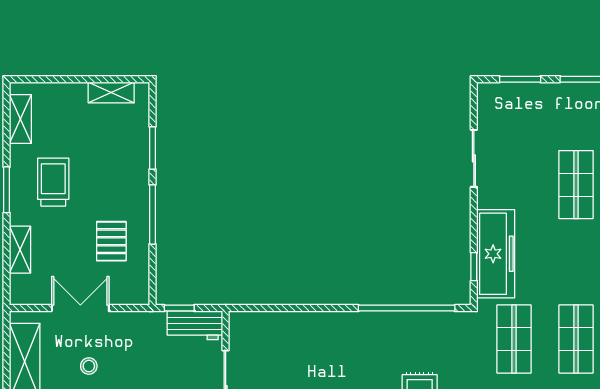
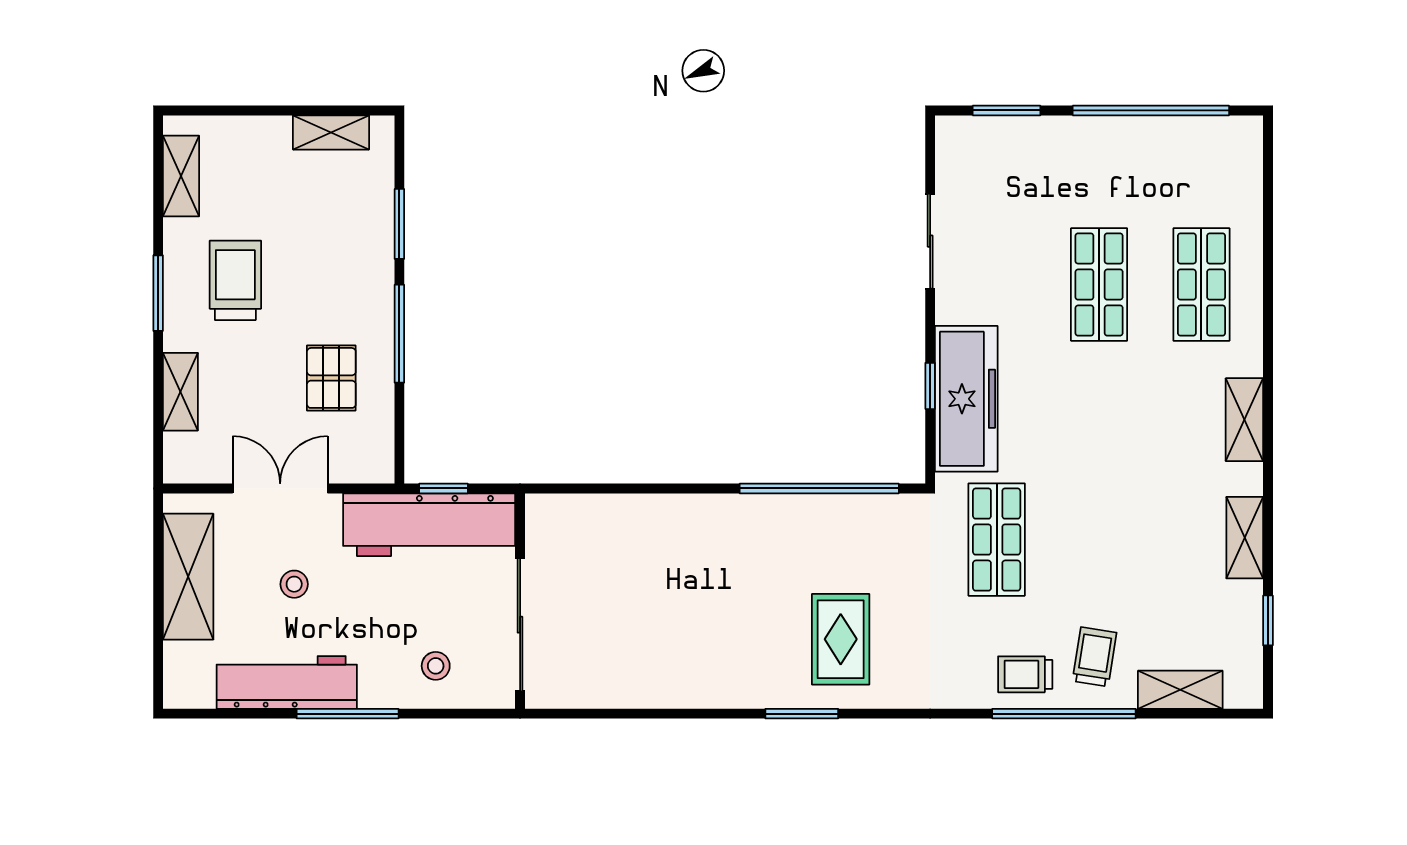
window: (474, 267) -> (930, 386), moved
workbench: (195, 325) -> (429, 525), width x1.88, depth x1.32
shop shelf: (576, 339) -> (1099, 540), removed

